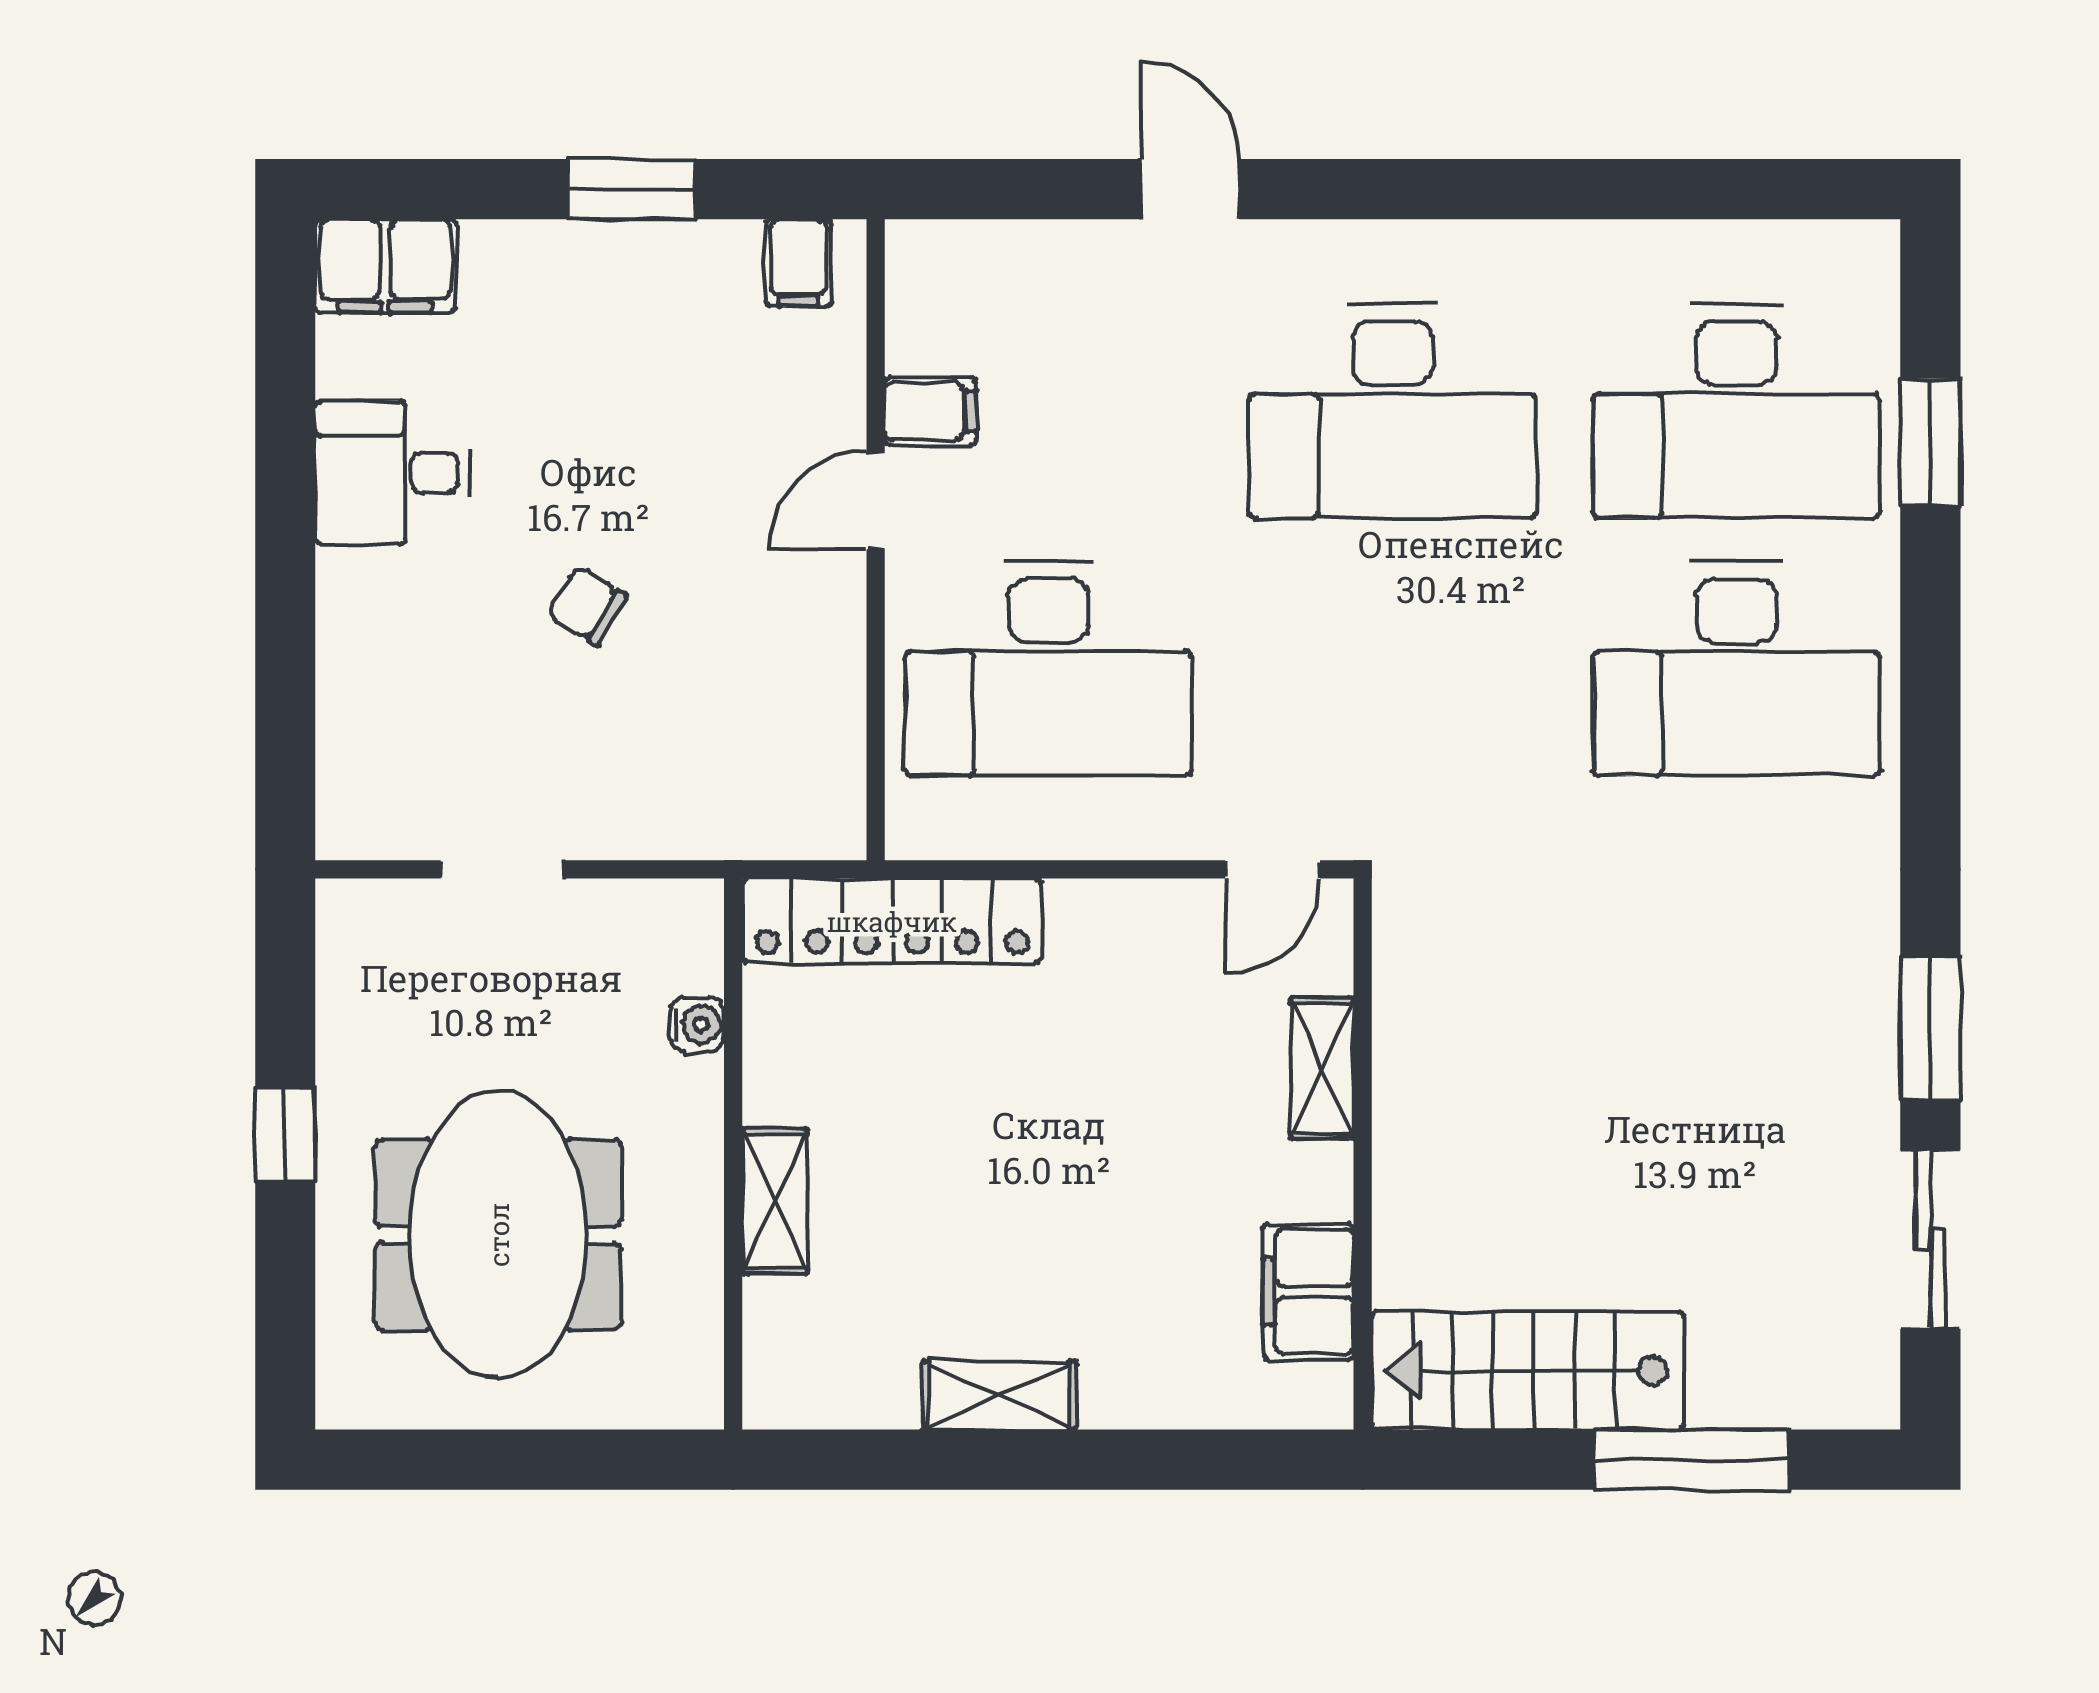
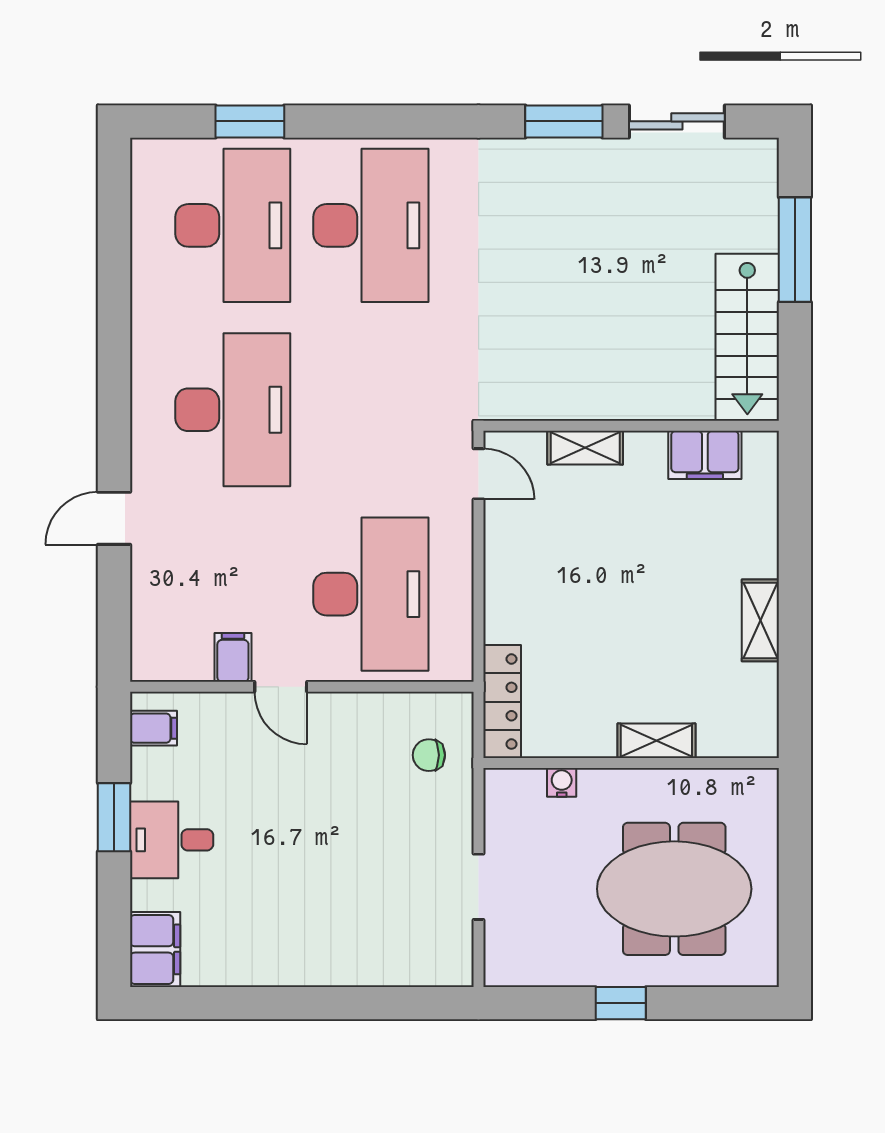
desk: (393, 473) -> (172, 840), moved, turned 90
chair: (587, 606) -> (429, 755), moved, turned 59
locker: (892, 921) -> (502, 702), width x0.71, depth x0.83

